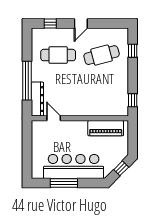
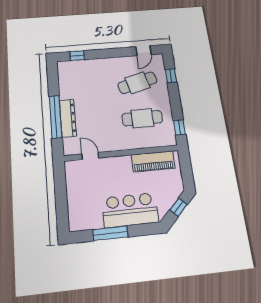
door: (81, 23) -> (144, 51), moved
cafe table: (58, 55) -> (142, 118), moved
dresser: (37, 99) -> (68, 118), moved
bar counter: (74, 167) -> (130, 210), width x0.73

